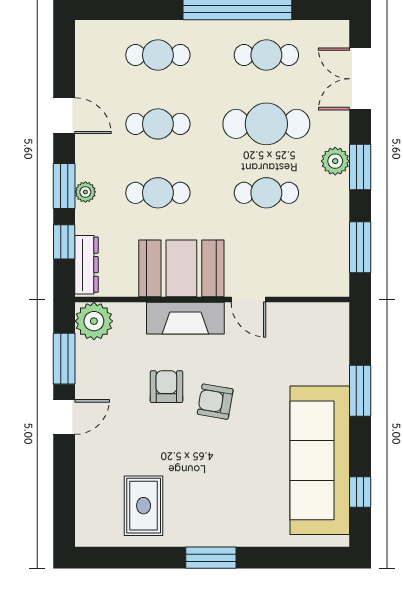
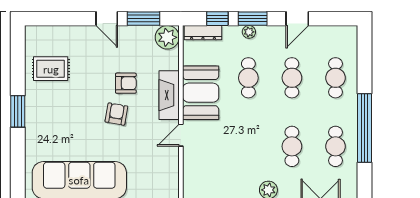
cafe table: (266, 124) -> (292, 146), width x0.73, depth x0.74
cafe table: (266, 193) -> (248, 146), removed

